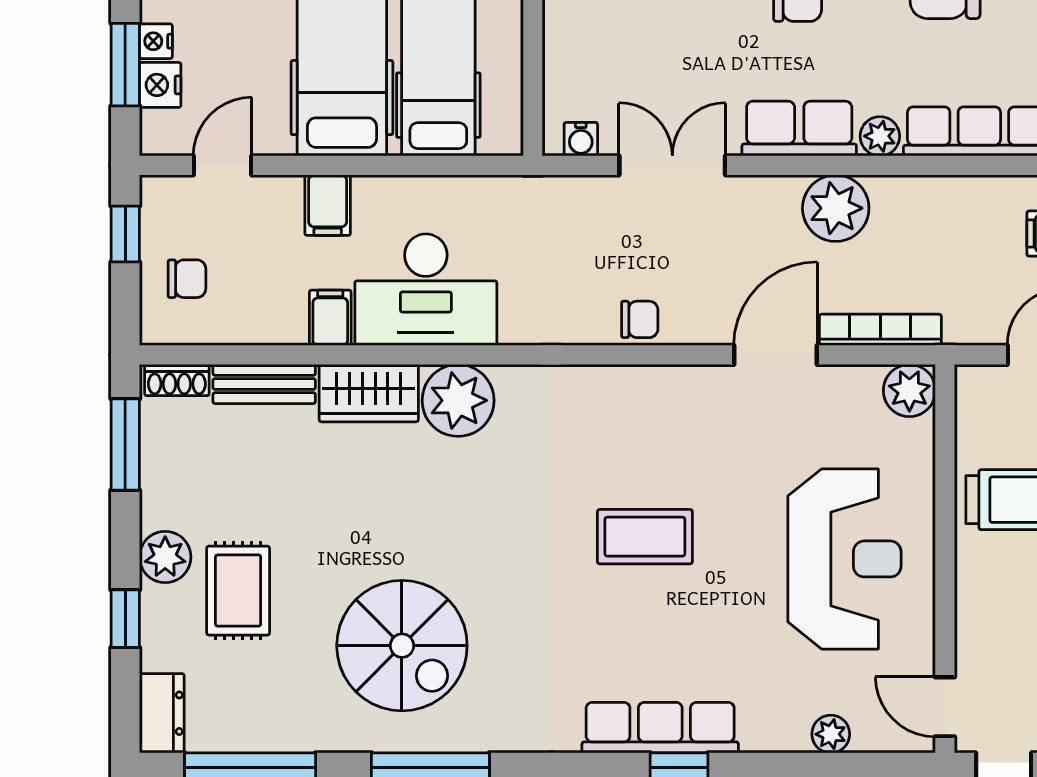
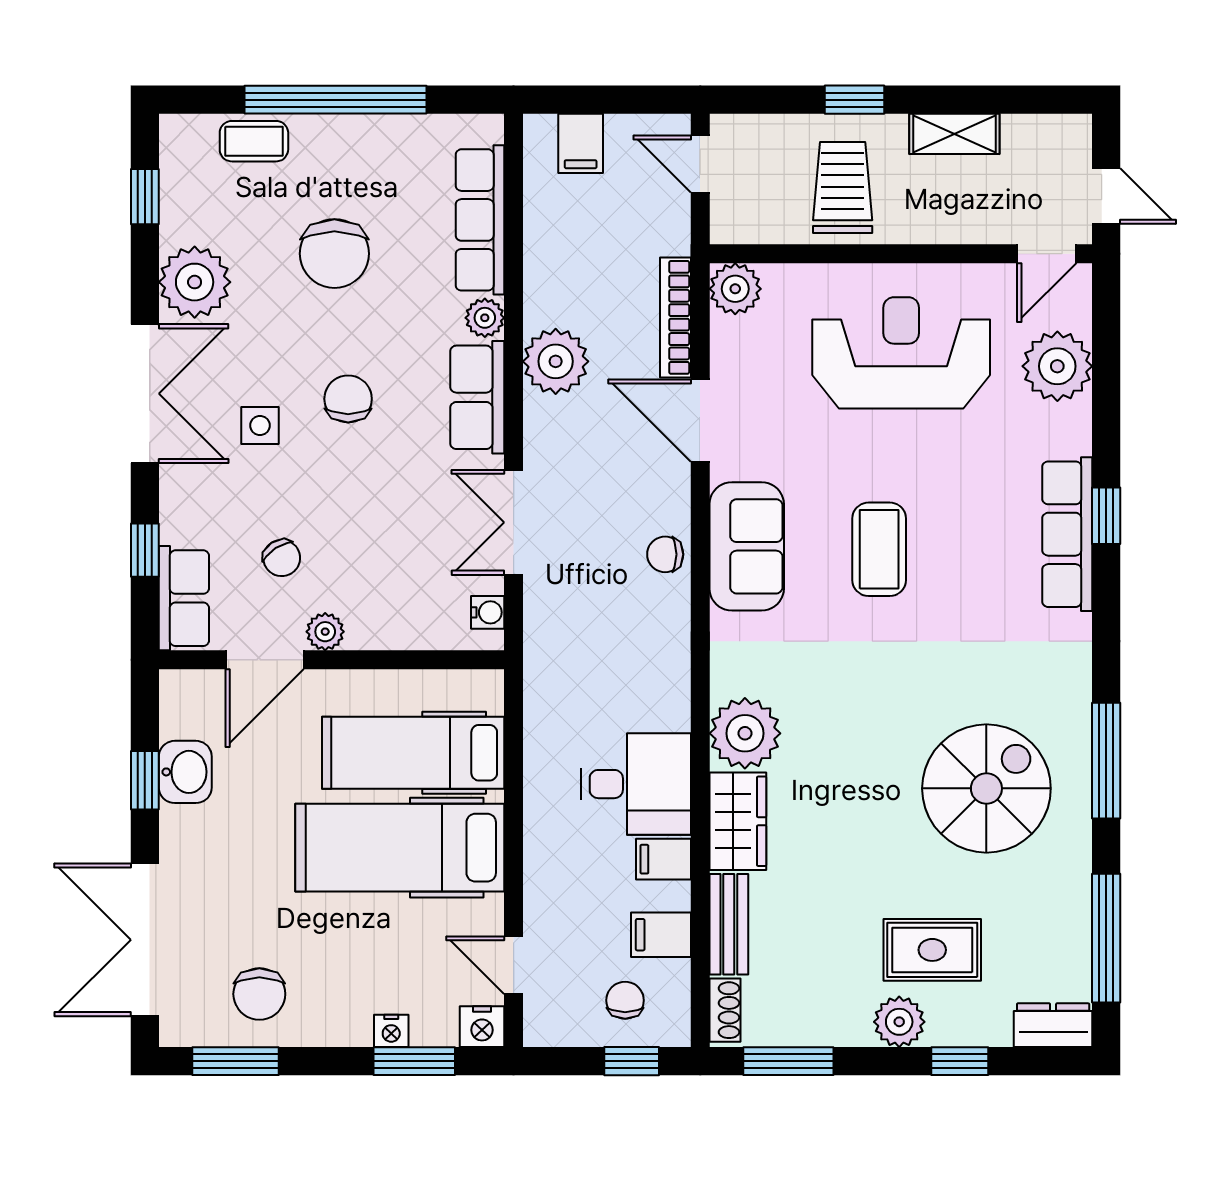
nightstand: (160, 85) -> (482, 1027), moved
filing cabinet: (328, 205) -> (661, 935), moved, turned 180
window: (125, 234) -> (632, 1061), moved
desk: (426, 290) -> (636, 784), width x0.73
chair: (640, 319) -> (665, 554), turned -90
sofa: (648, 402) -> (747, 546), added
plant: (831, 734) -> (1057, 366), width x1.87, depth x1.87

